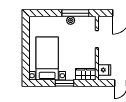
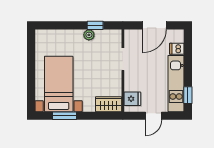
window: (75, 13) -> (95, 25), width x0.46
window: (65, 83) -> (64, 116), moved

